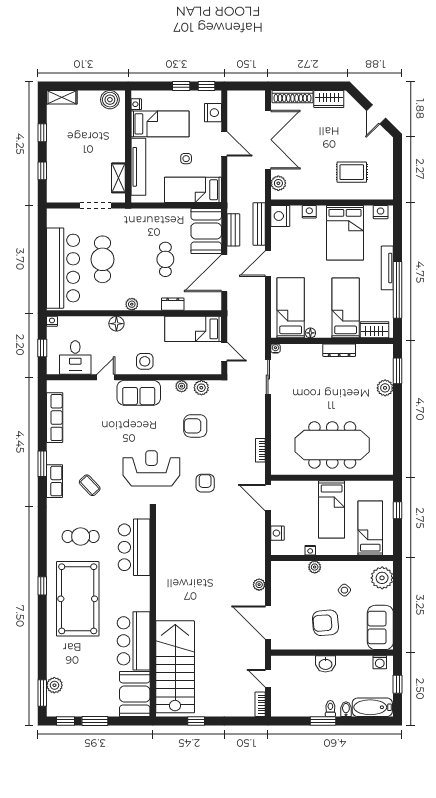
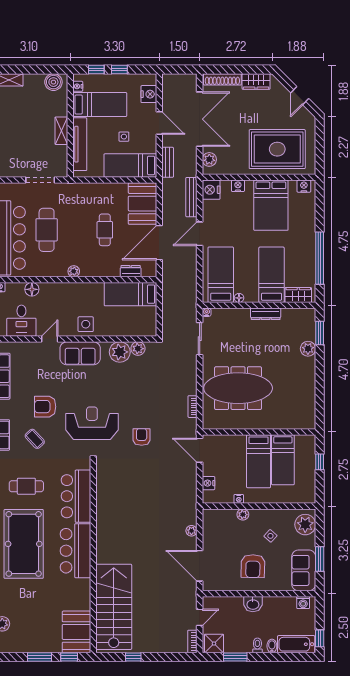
window: (206, 86) -> (96, 69), moved
rug: (352, 172) -> (277, 149), width x1.86, depth x2.06
shelving: (118, 178) -> (61, 131), moved
bench: (233, 230) -> (168, 162), moved
tv unit: (387, 268) -> (310, 238), removed
dresser: (173, 304) -> (131, 271), moved
floor lamp: (116, 324) -> (32, 289), moved
door: (224, 352) -> (159, 315), removed
plant: (182, 386) -> (120, 352), width x1.88, depth x1.88
armchair: (195, 426) -> (45, 407), moved
meeting table: (332, 445) -> (238, 388), moved
bed: (370, 528) -> (283, 460), moved, turned 180
window: (398, 615) -> (320, 559), added
armchair: (325, 623) -> (253, 566), turned -84
bar counter: (134, 641) -> (75, 551), moved
door: (268, 678) -> (200, 617), swing flipped
window: (398, 684) -> (320, 638), moved
shower: (283, 707) -> (214, 644), added
window: (65, 721) -> (69, 657), moved
window: (323, 721) -> (235, 657), moved

